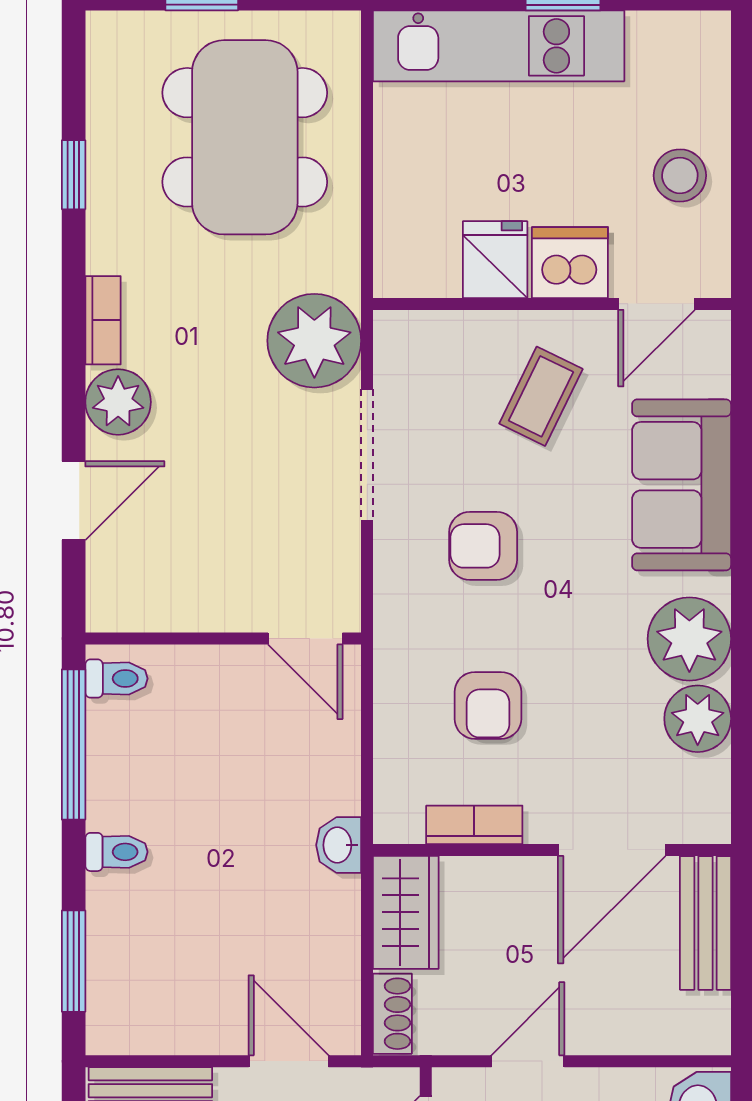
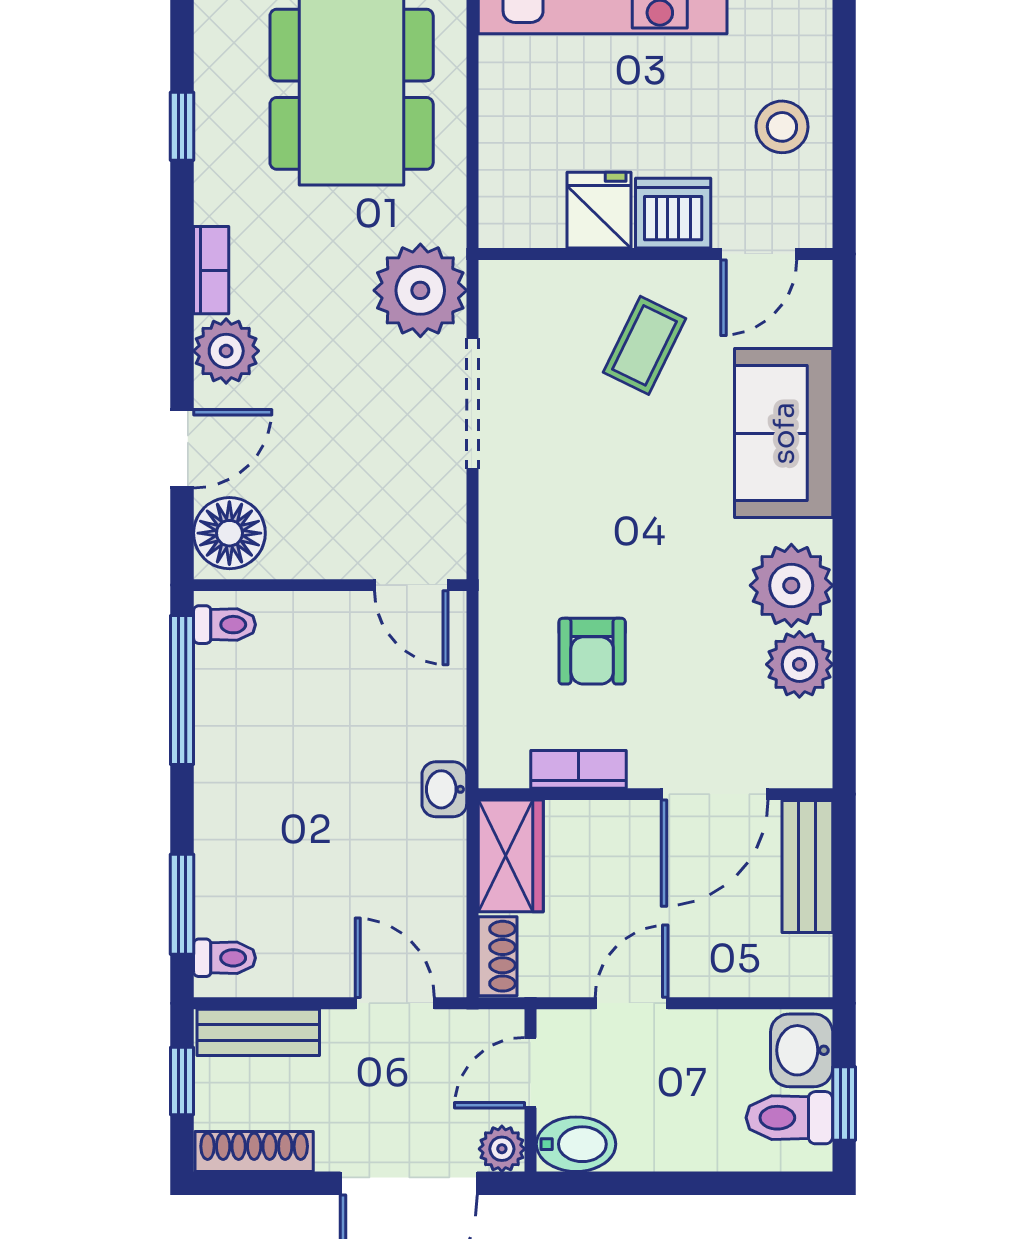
armchair: (483, 546) -> (587, 493), removed
floor lamp: (121, 586) -> (229, 533), added
toilet: (116, 852) -> (225, 958), moved

